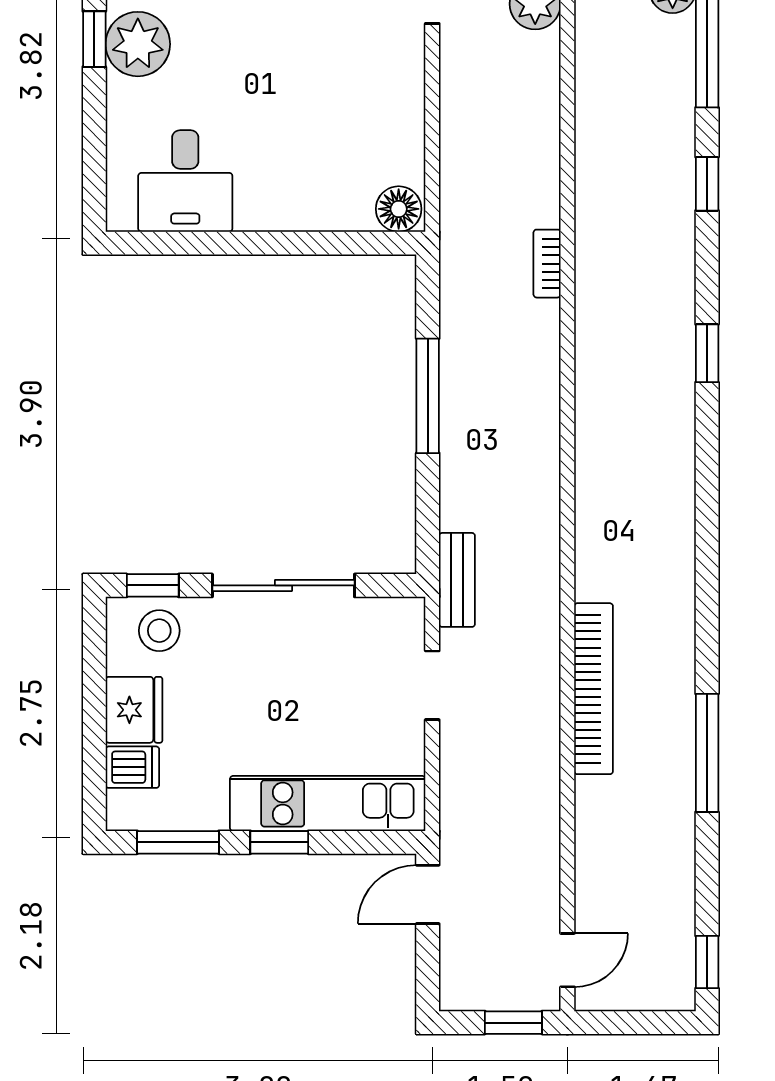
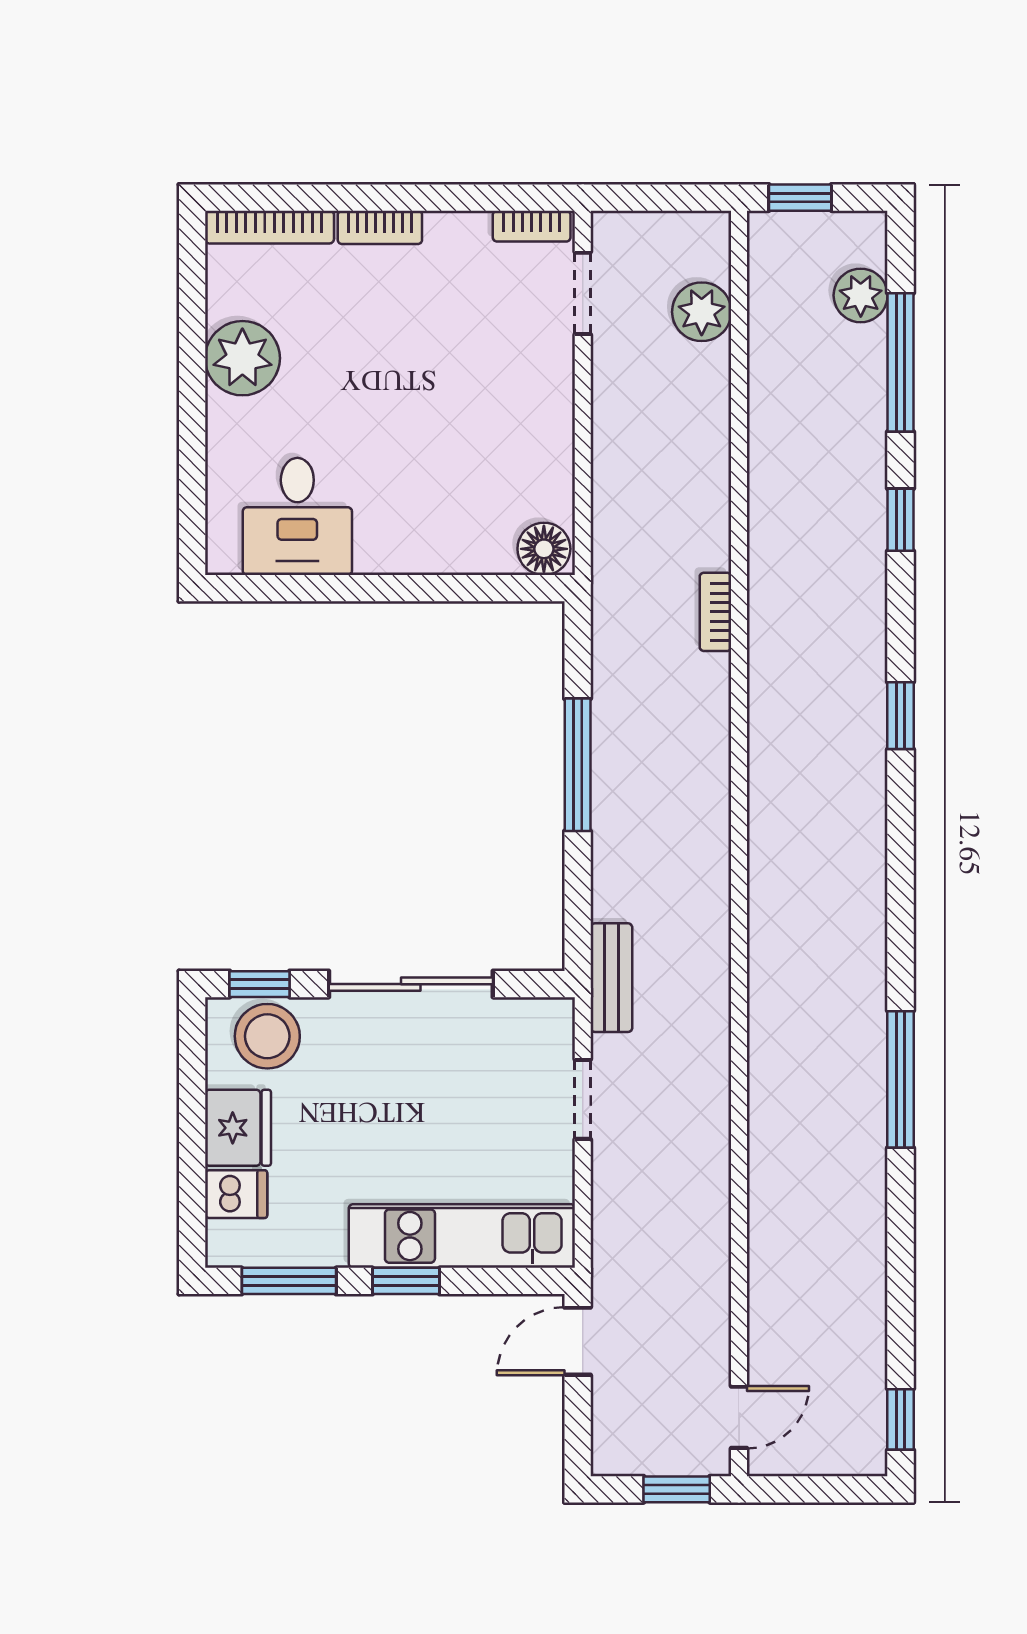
window: (94, 39) -> (192, 352), removed
stool: (159, 631) -> (267, 1036), width x1.38, depth x1.38
bookcase: (594, 689) -> (769, 1103), removed
window: (707, 753) -> (901, 1079), moved

